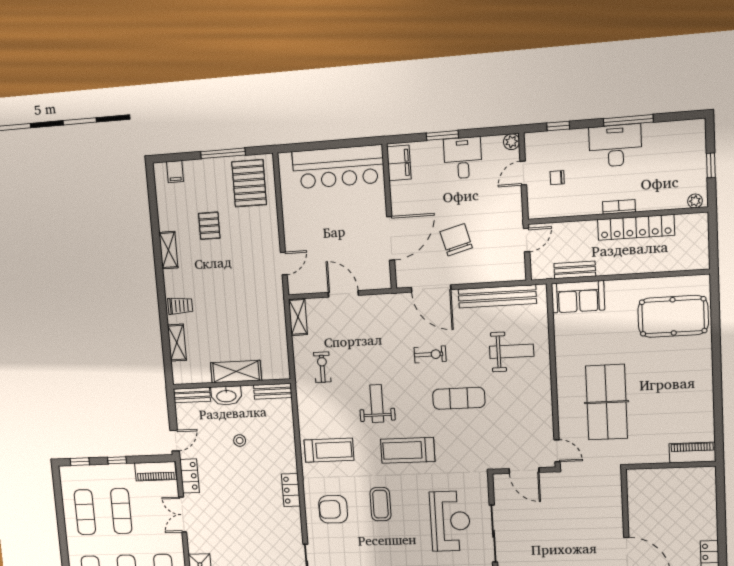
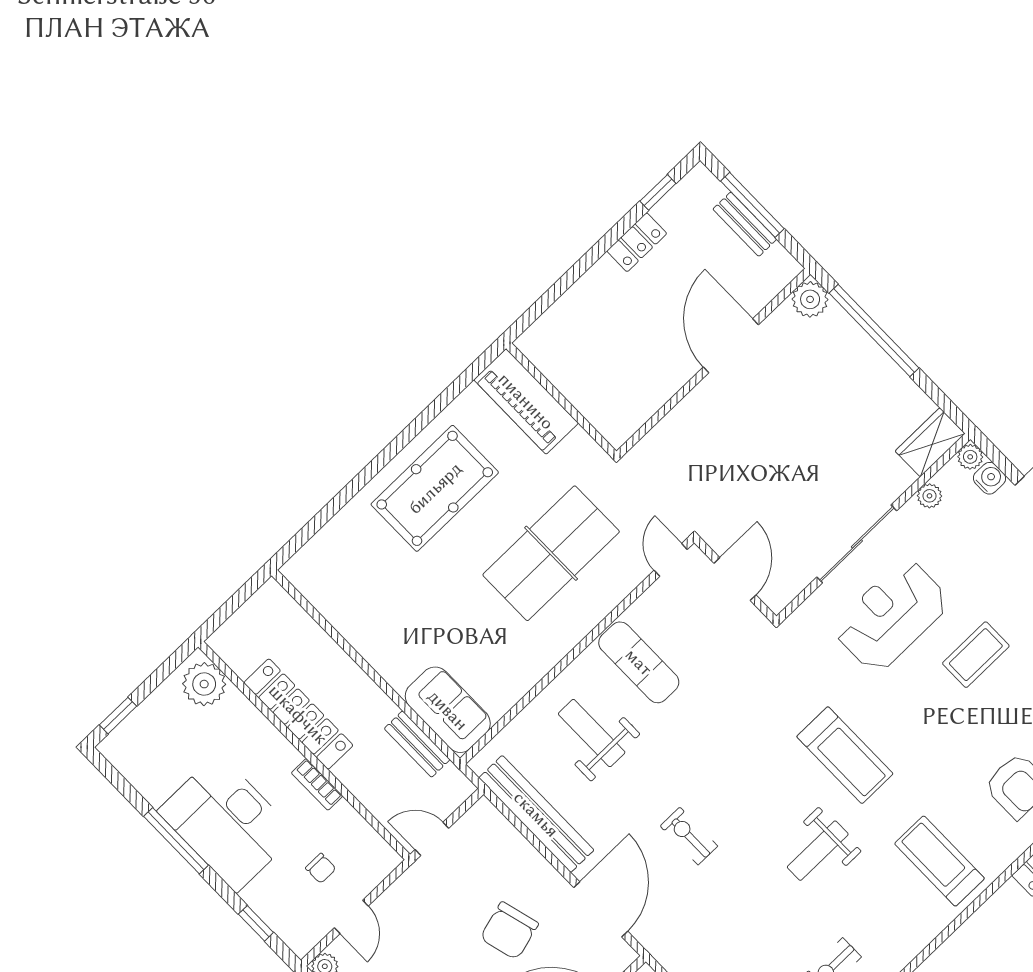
desk: (615, 146) -> (227, 823), width x1.36, depth x1.30
window: (711, 165) -> (118, 716), moved
door: (523, 173) -> (351, 917), hinge flipped
plant: (695, 201) -> (204, 684), width x1.88, depth x1.88
bookcase: (619, 207) -> (317, 784), moved
pool table: (673, 316) -> (435, 488), moved, turned 90
exercise mat: (459, 398) -> (639, 662), moved
piano: (692, 453) -> (526, 401), width x1.37, depth x1.33
coffee table: (380, 504) -> (976, 655), moved

